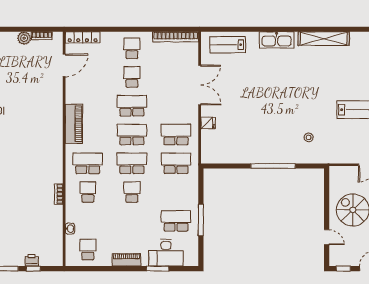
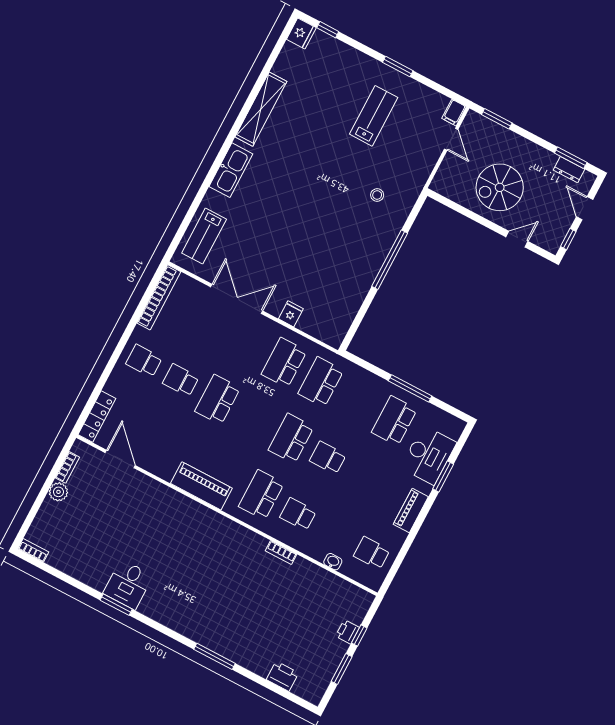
school desk: (132, 135) -> (254, 419), removed

